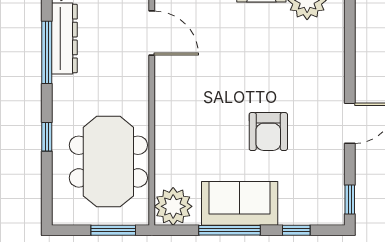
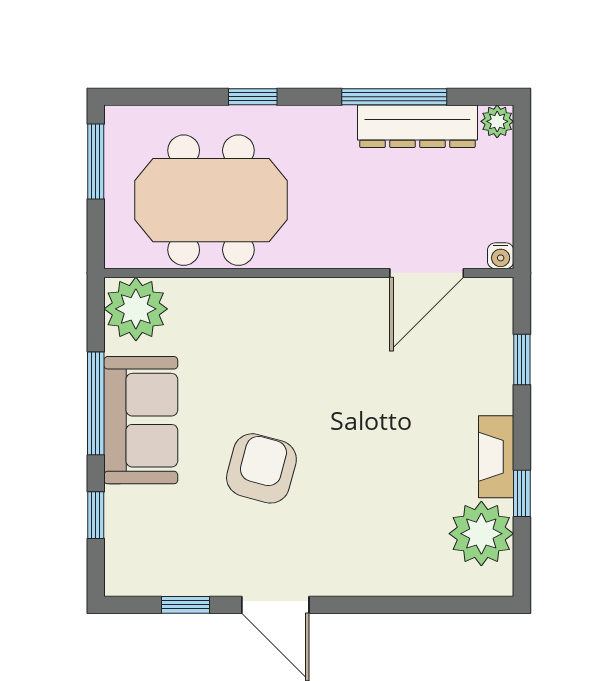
armchair: (268, 132) -> (261, 468), turned 105
window: (350, 199) -> (185, 605), moved
window: (113, 230) -> (96, 161), moved

